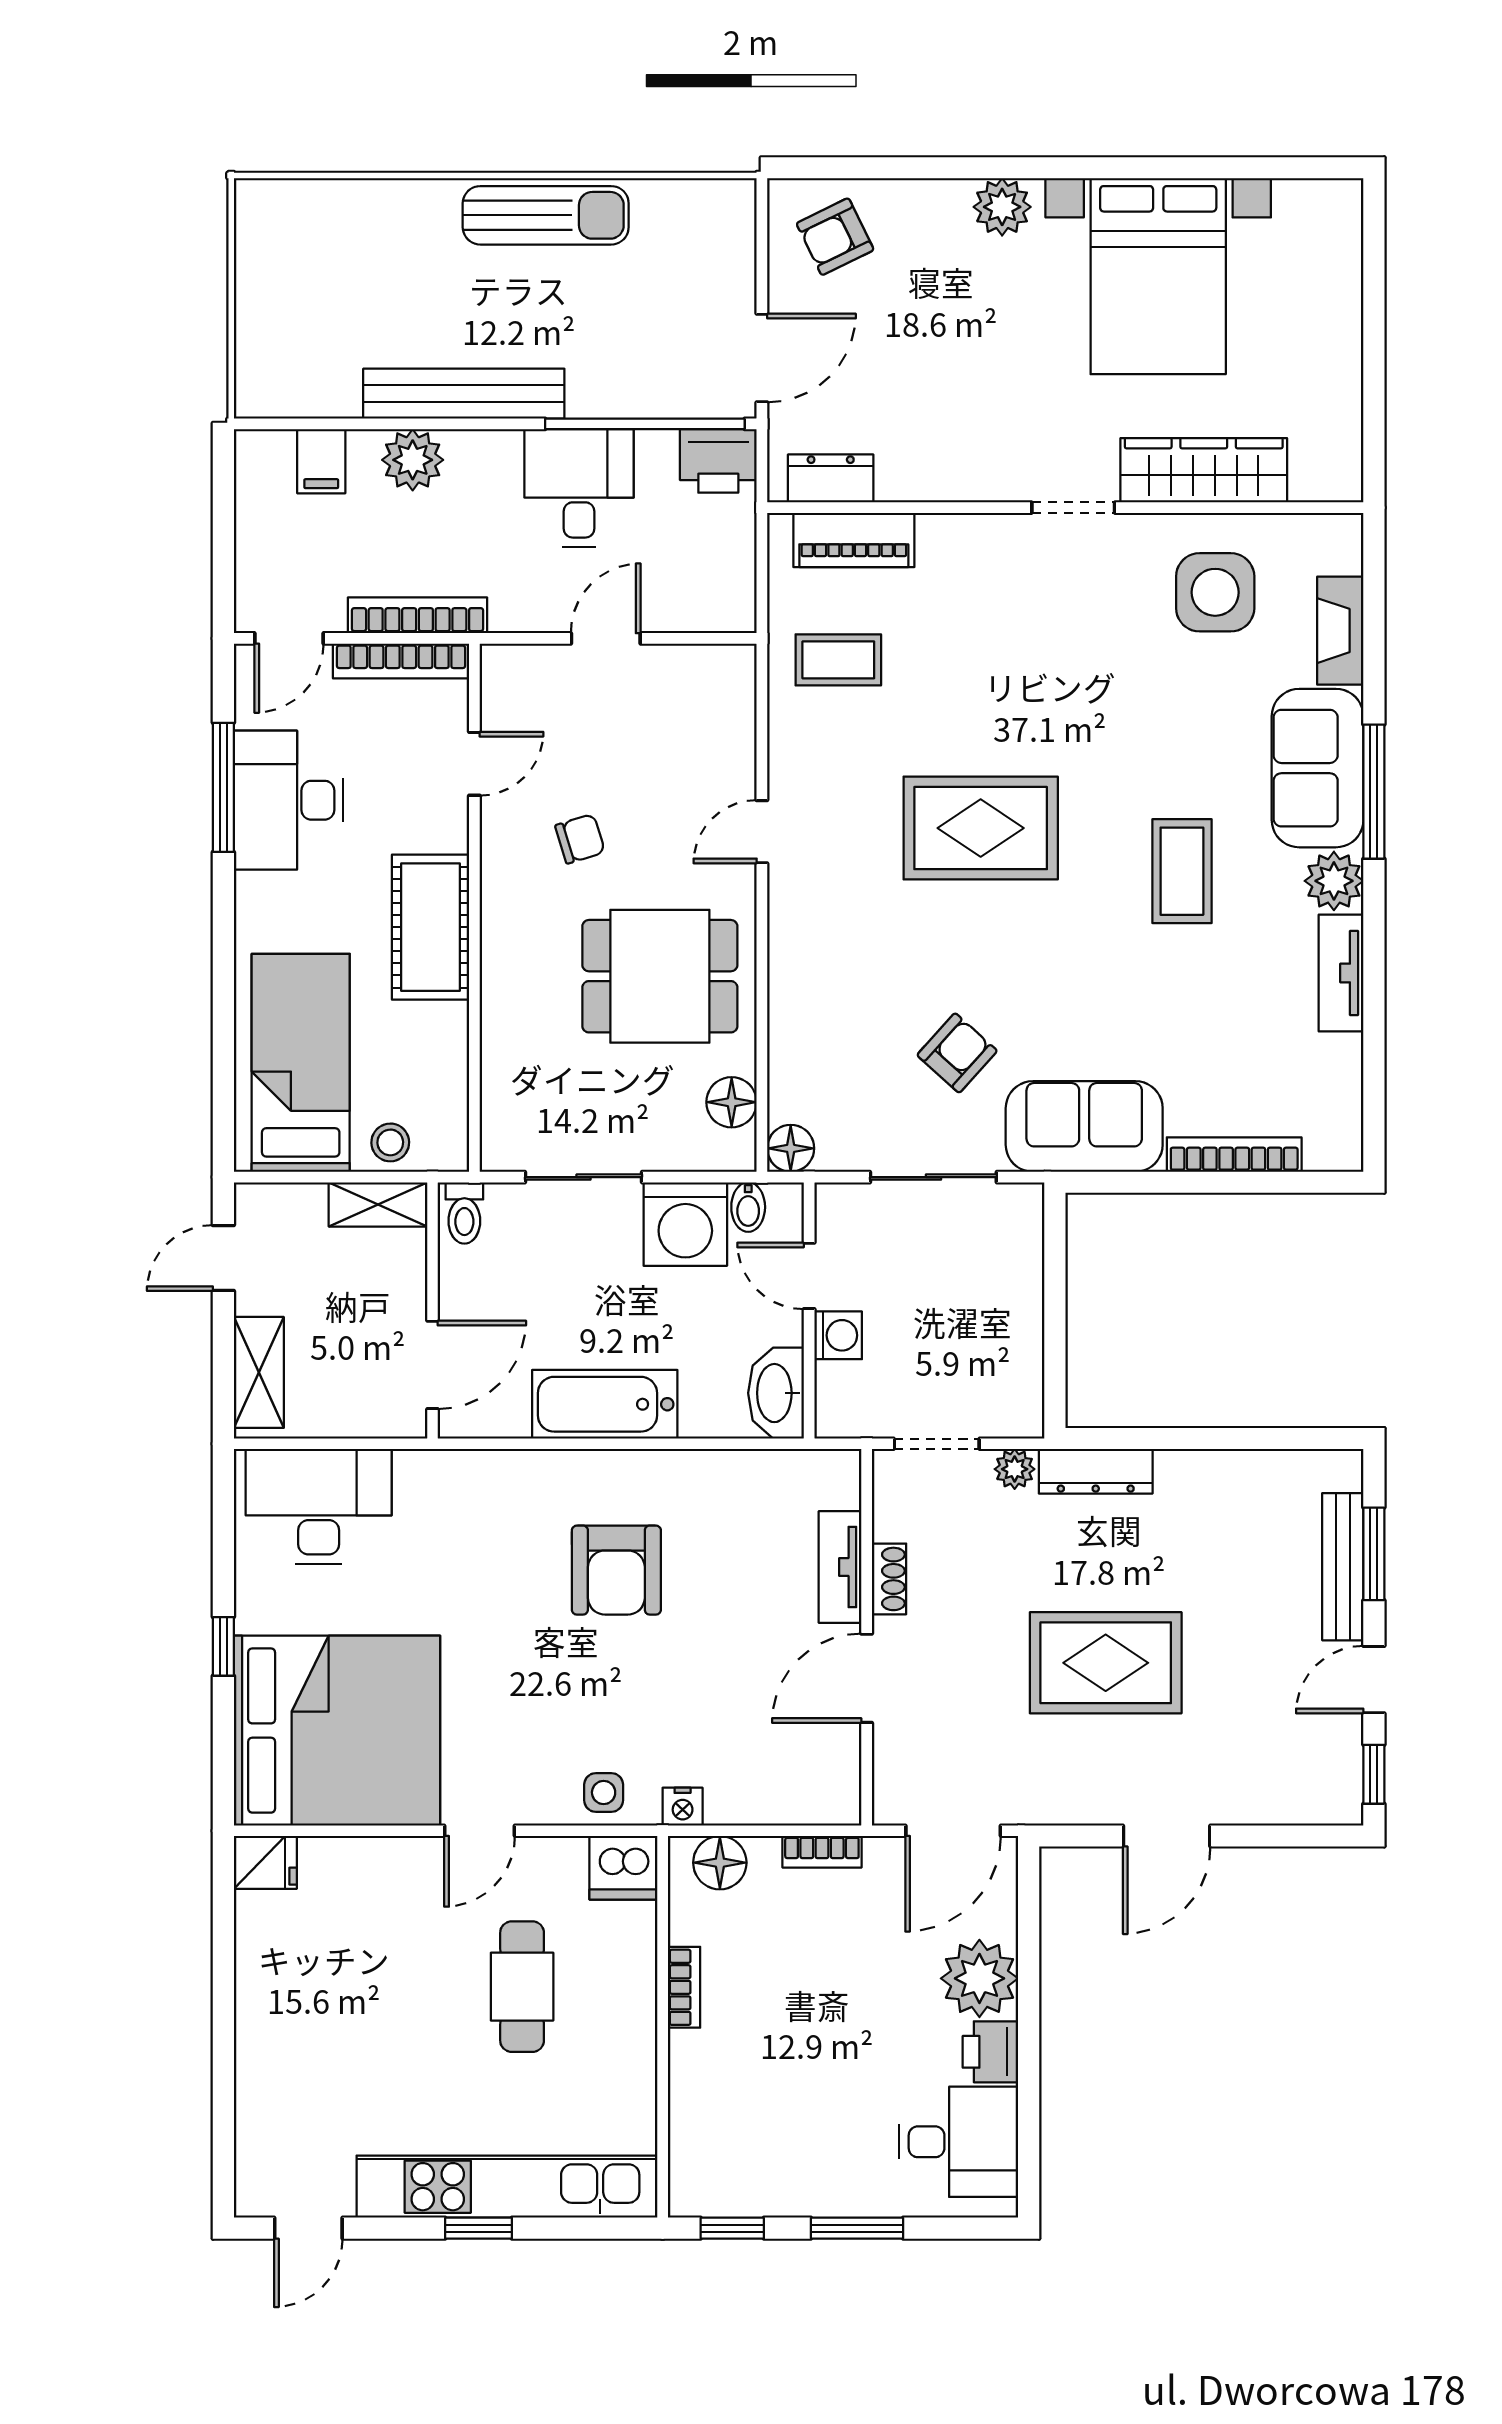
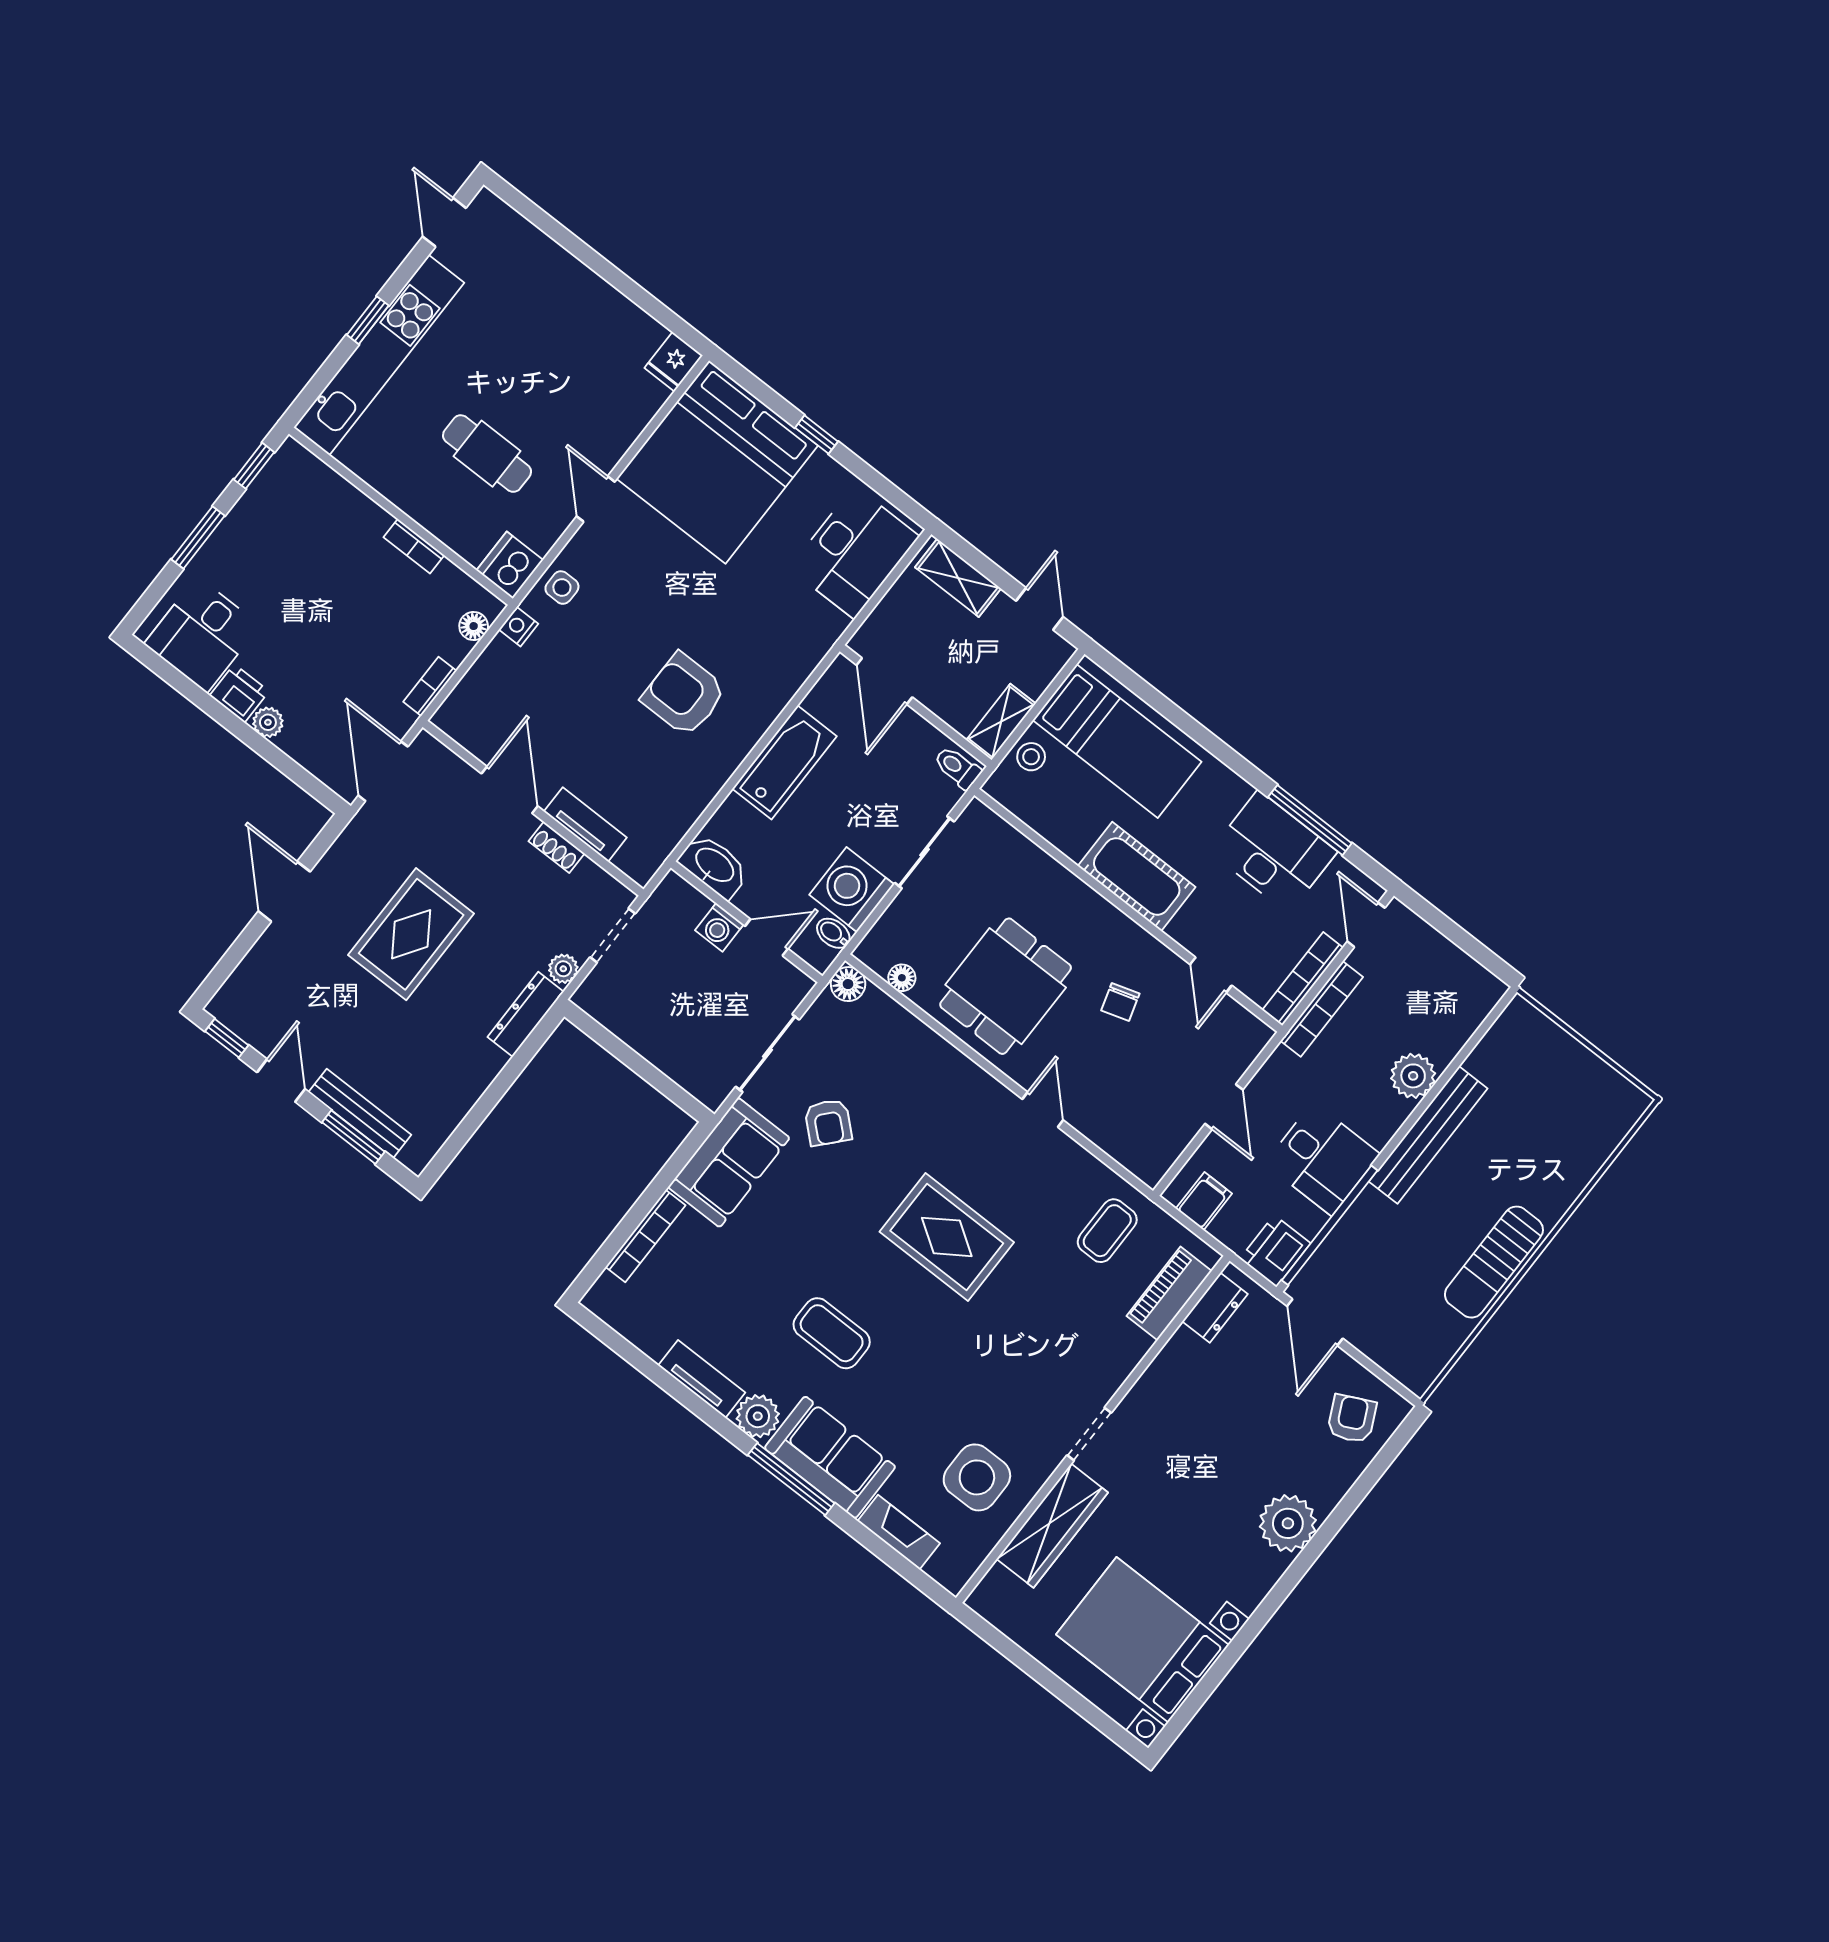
plant: (1002, 207) -> (1288, 1523), width x1.36, depth x1.36
bed with nightstands: (1158, 276) -> (1143, 1640), moved
filing cabinet: (321, 461) -> (1204, 1201), moved, turned 90
rug: (981, 828) -> (947, 1237), turned 90
floor lamp: (732, 1102) -> (902, 978), width x0.73, depth x0.73
floor lamp: (720, 1863) -> (474, 626), width x0.73, depth x0.73
plant: (979, 1978) -> (268, 722), width x0.53, depth x0.53

